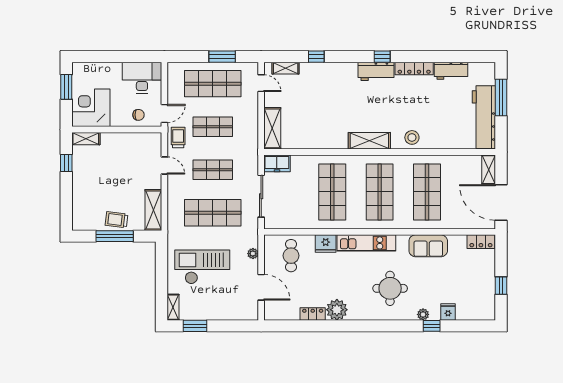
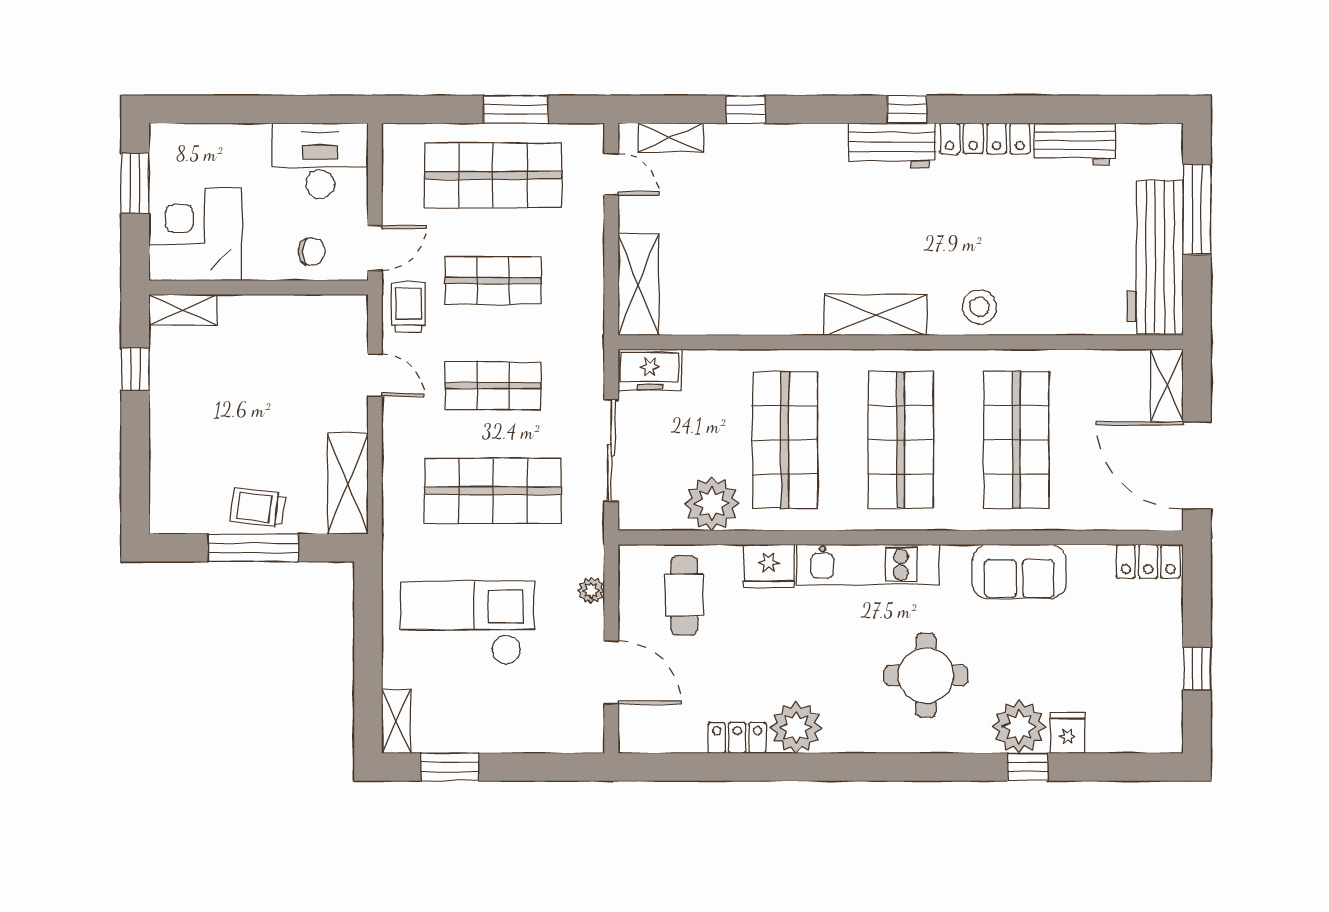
plant: (302, 218) -> (712, 504), added
plant: (423, 314) -> (1019, 727), width x1.88, depth x1.88

